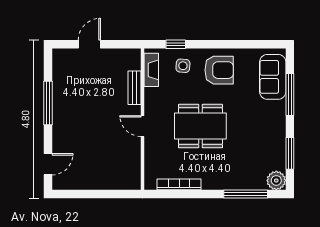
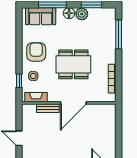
floor lamp: (277, 120) -> (69, 13), added
door: (143, 126) -> (73, 103), width x1.88
dining table: (200, 126) -> (73, 64), turned 90
plant: (276, 180) -> (82, 14), moved

